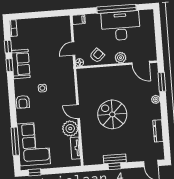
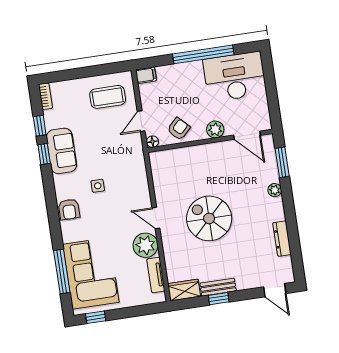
desk: (121, 26) -> (235, 77), moved
coffee table: (53, 32) -> (108, 97), added
wardrobe: (93, 159) -> (184, 290), added

